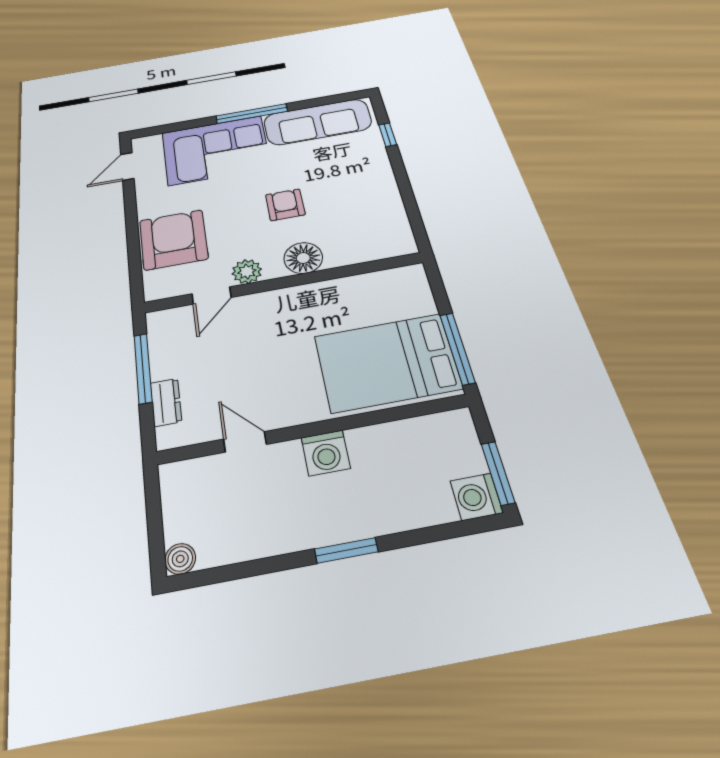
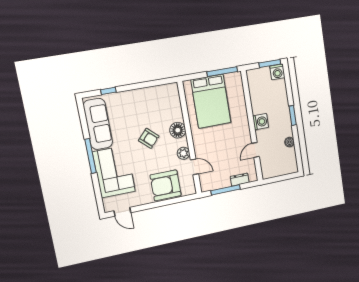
armchair: (285, 205) -> (149, 138), turned -137
bed: (387, 362) -> (211, 101), moved
boiler: (180, 559) -> (289, 142), moved

